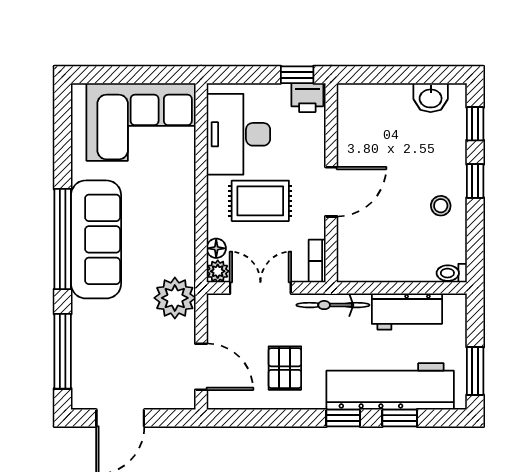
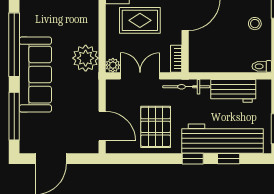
sofa: (96, 239) -> (35, 75), moved
floor lamp: (216, 248) -> (112, 51), removed
plant: (175, 298) -> (86, 58), moved
pallet: (285, 368) -> (156, 127), width x1.50, depth x1.42

